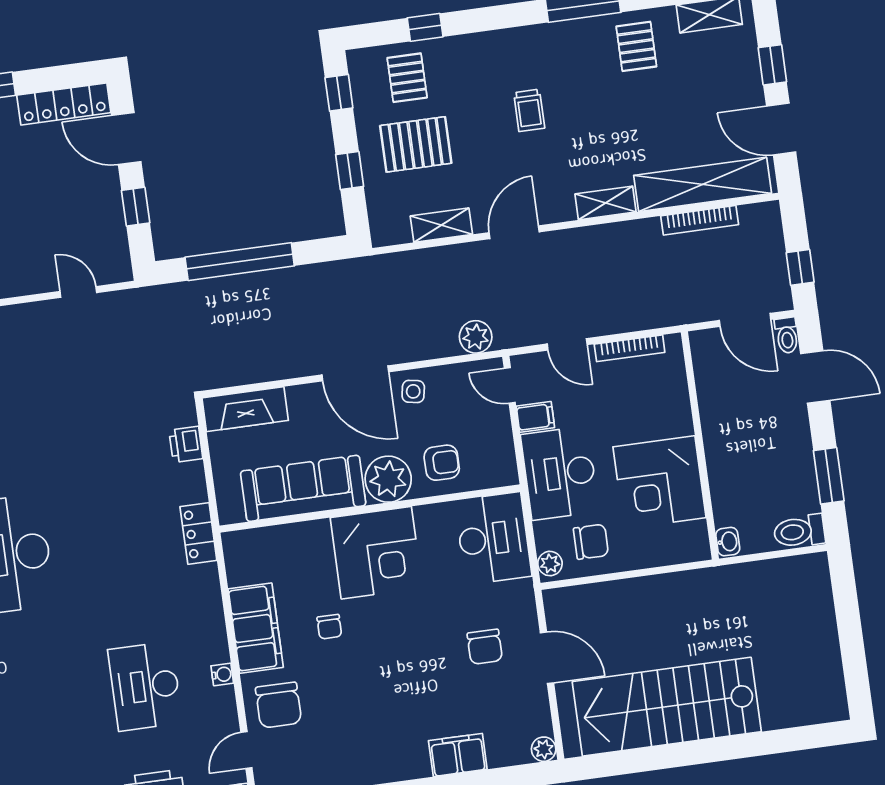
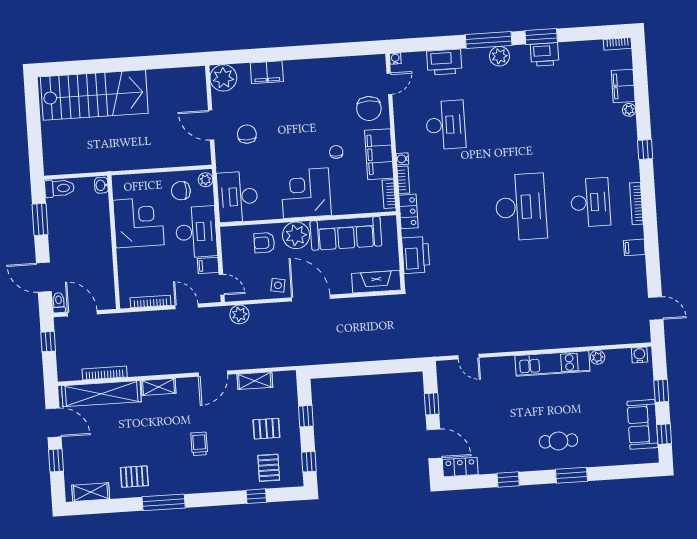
pallet: (636, 46) -> (134, 477), turned 90
locker: (64, 104) -> (460, 467), width x0.66
pallet: (416, 144) -> (266, 429), width x0.67, depth x0.71
window: (240, 262) -> (373, 368), removed
printer: (186, 444) -> (416, 255), width x1.87, depth x1.48
bookcase: (234, 561) -> (389, 194), added
bookcase: (211, 587) -> (403, 180), added
water cooler: (222, 674) -> (402, 159), moved
chair: (279, 705) -> (369, 108), turned 180
stairs: (667, 707) -> (94, 95), moved
plant: (544, 749) -> (223, 78), width x1.87, depth x1.87

